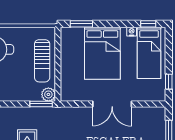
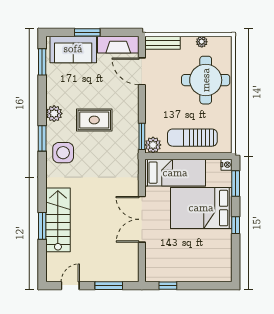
window: (148, 24) -> (236, 225), moved
nightstand: (132, 32) -> (227, 165), moved
bed: (149, 53) -> (175, 173), moved, turned 180

